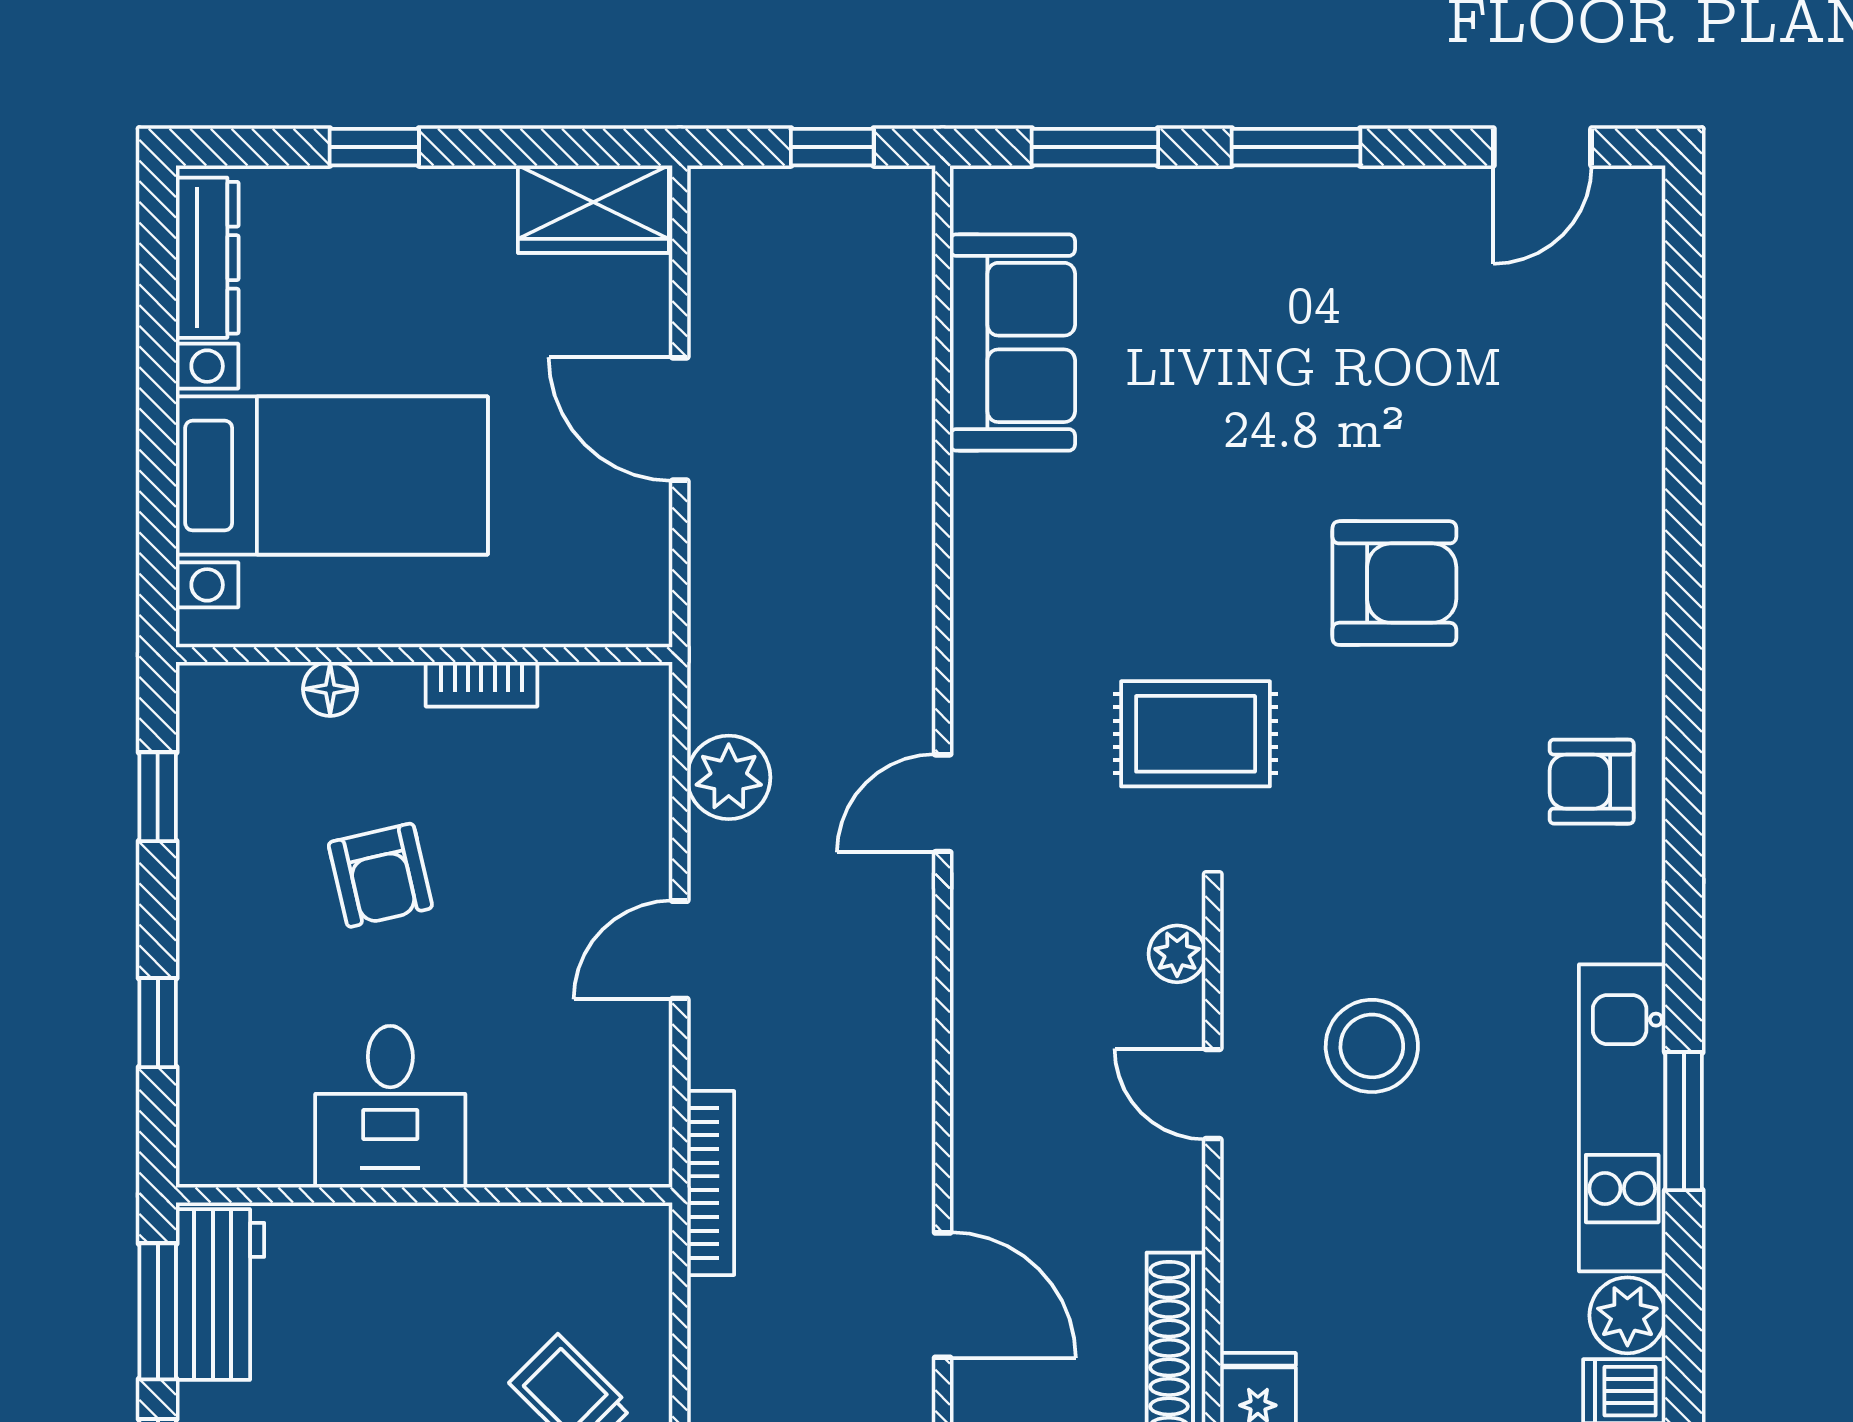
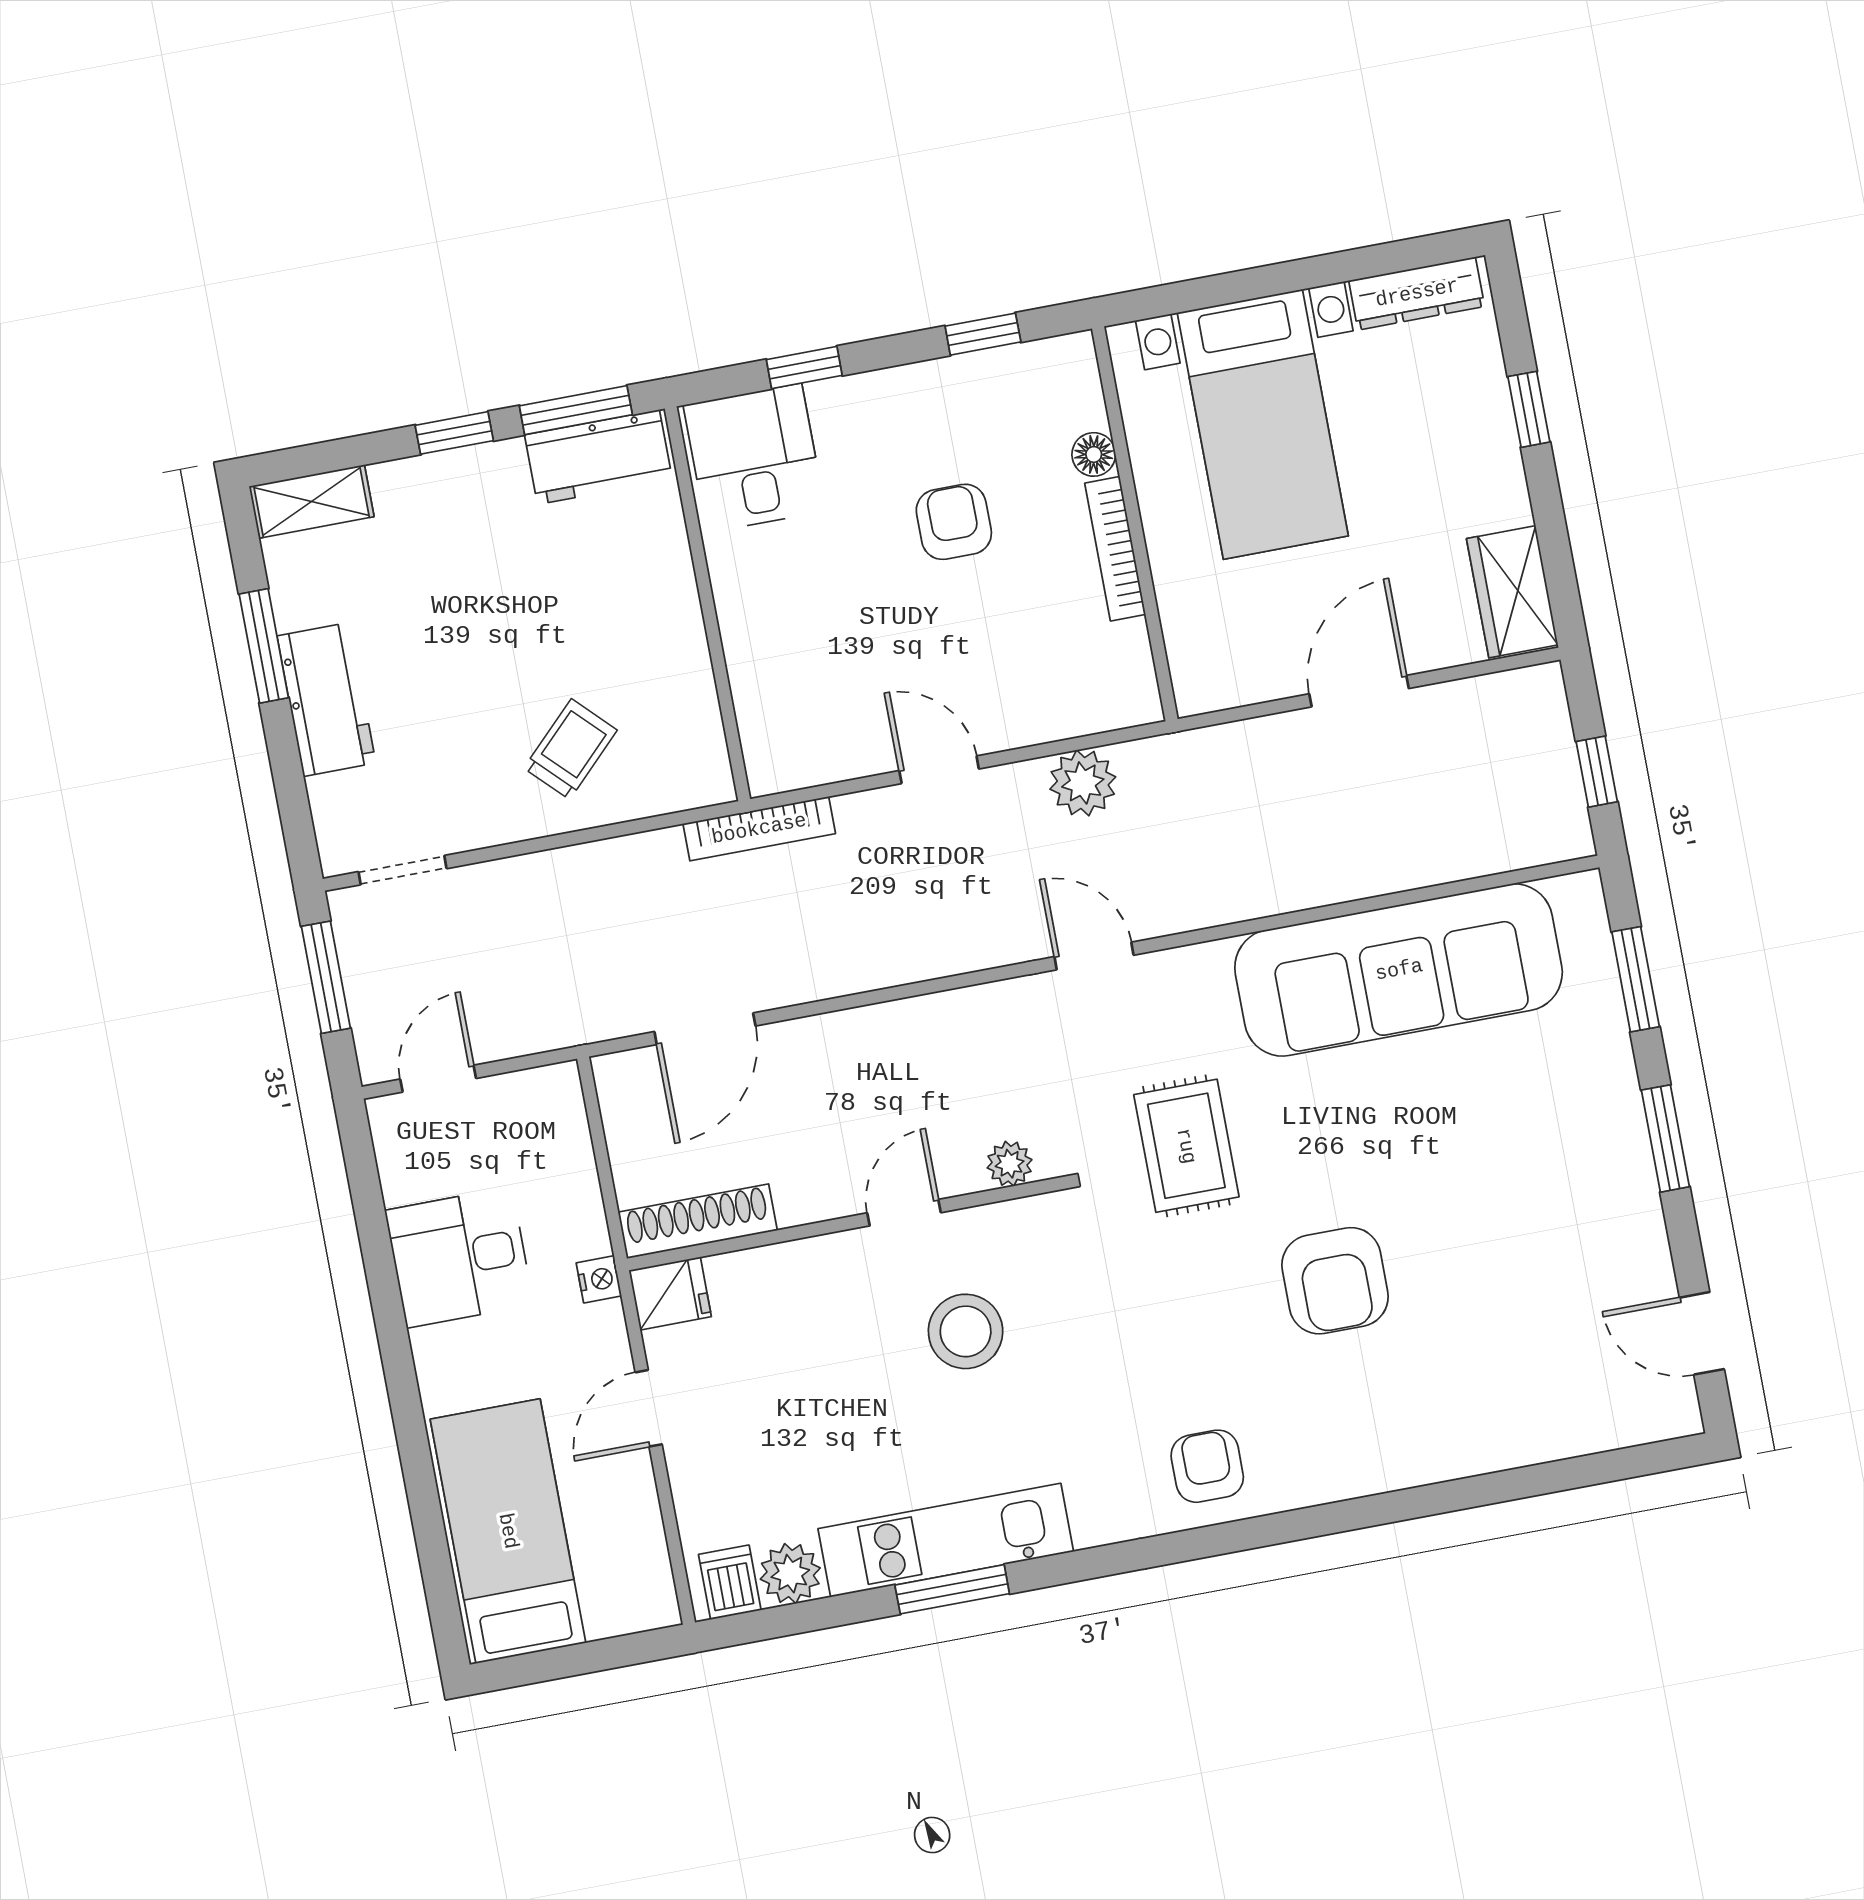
sofa: (1012, 342) -> (1399, 970), width x1.85, depth x1.27
bookcase: (481, 684) -> (1115, 549), width x1.56
armchair: (380, 875) -> (954, 522), turned 103
desk: (390, 1107) -> (754, 458), moved, turned 90

